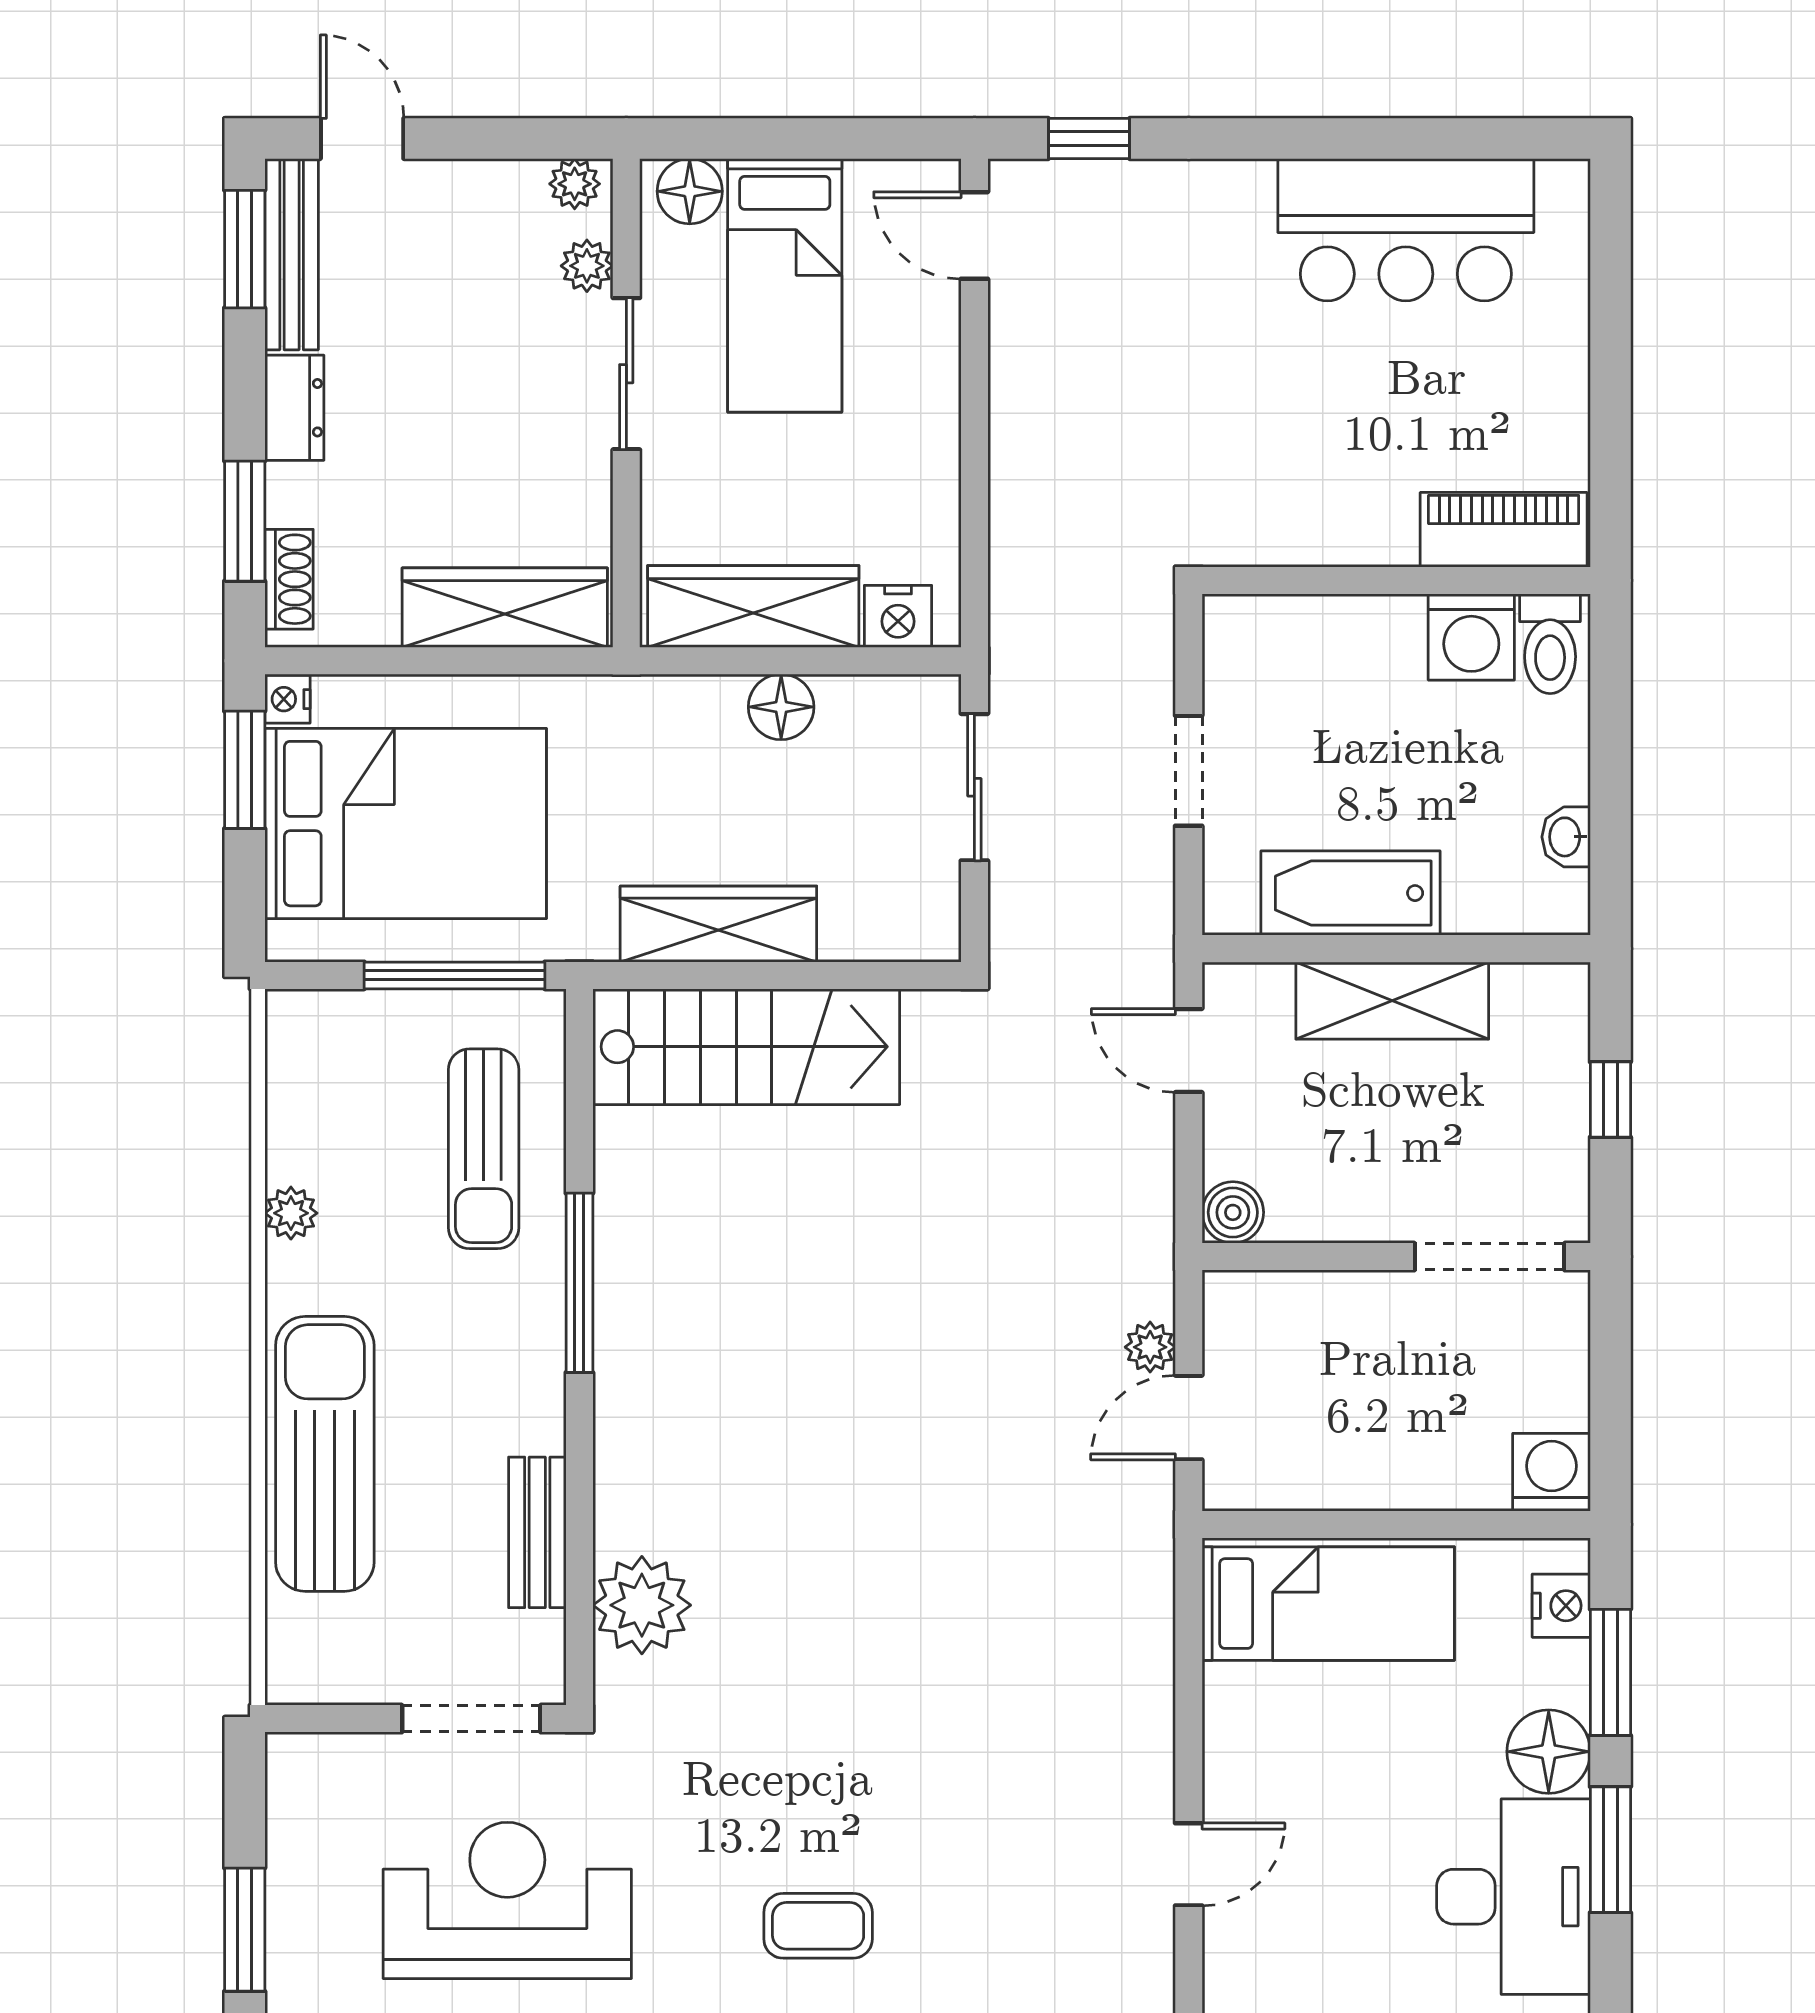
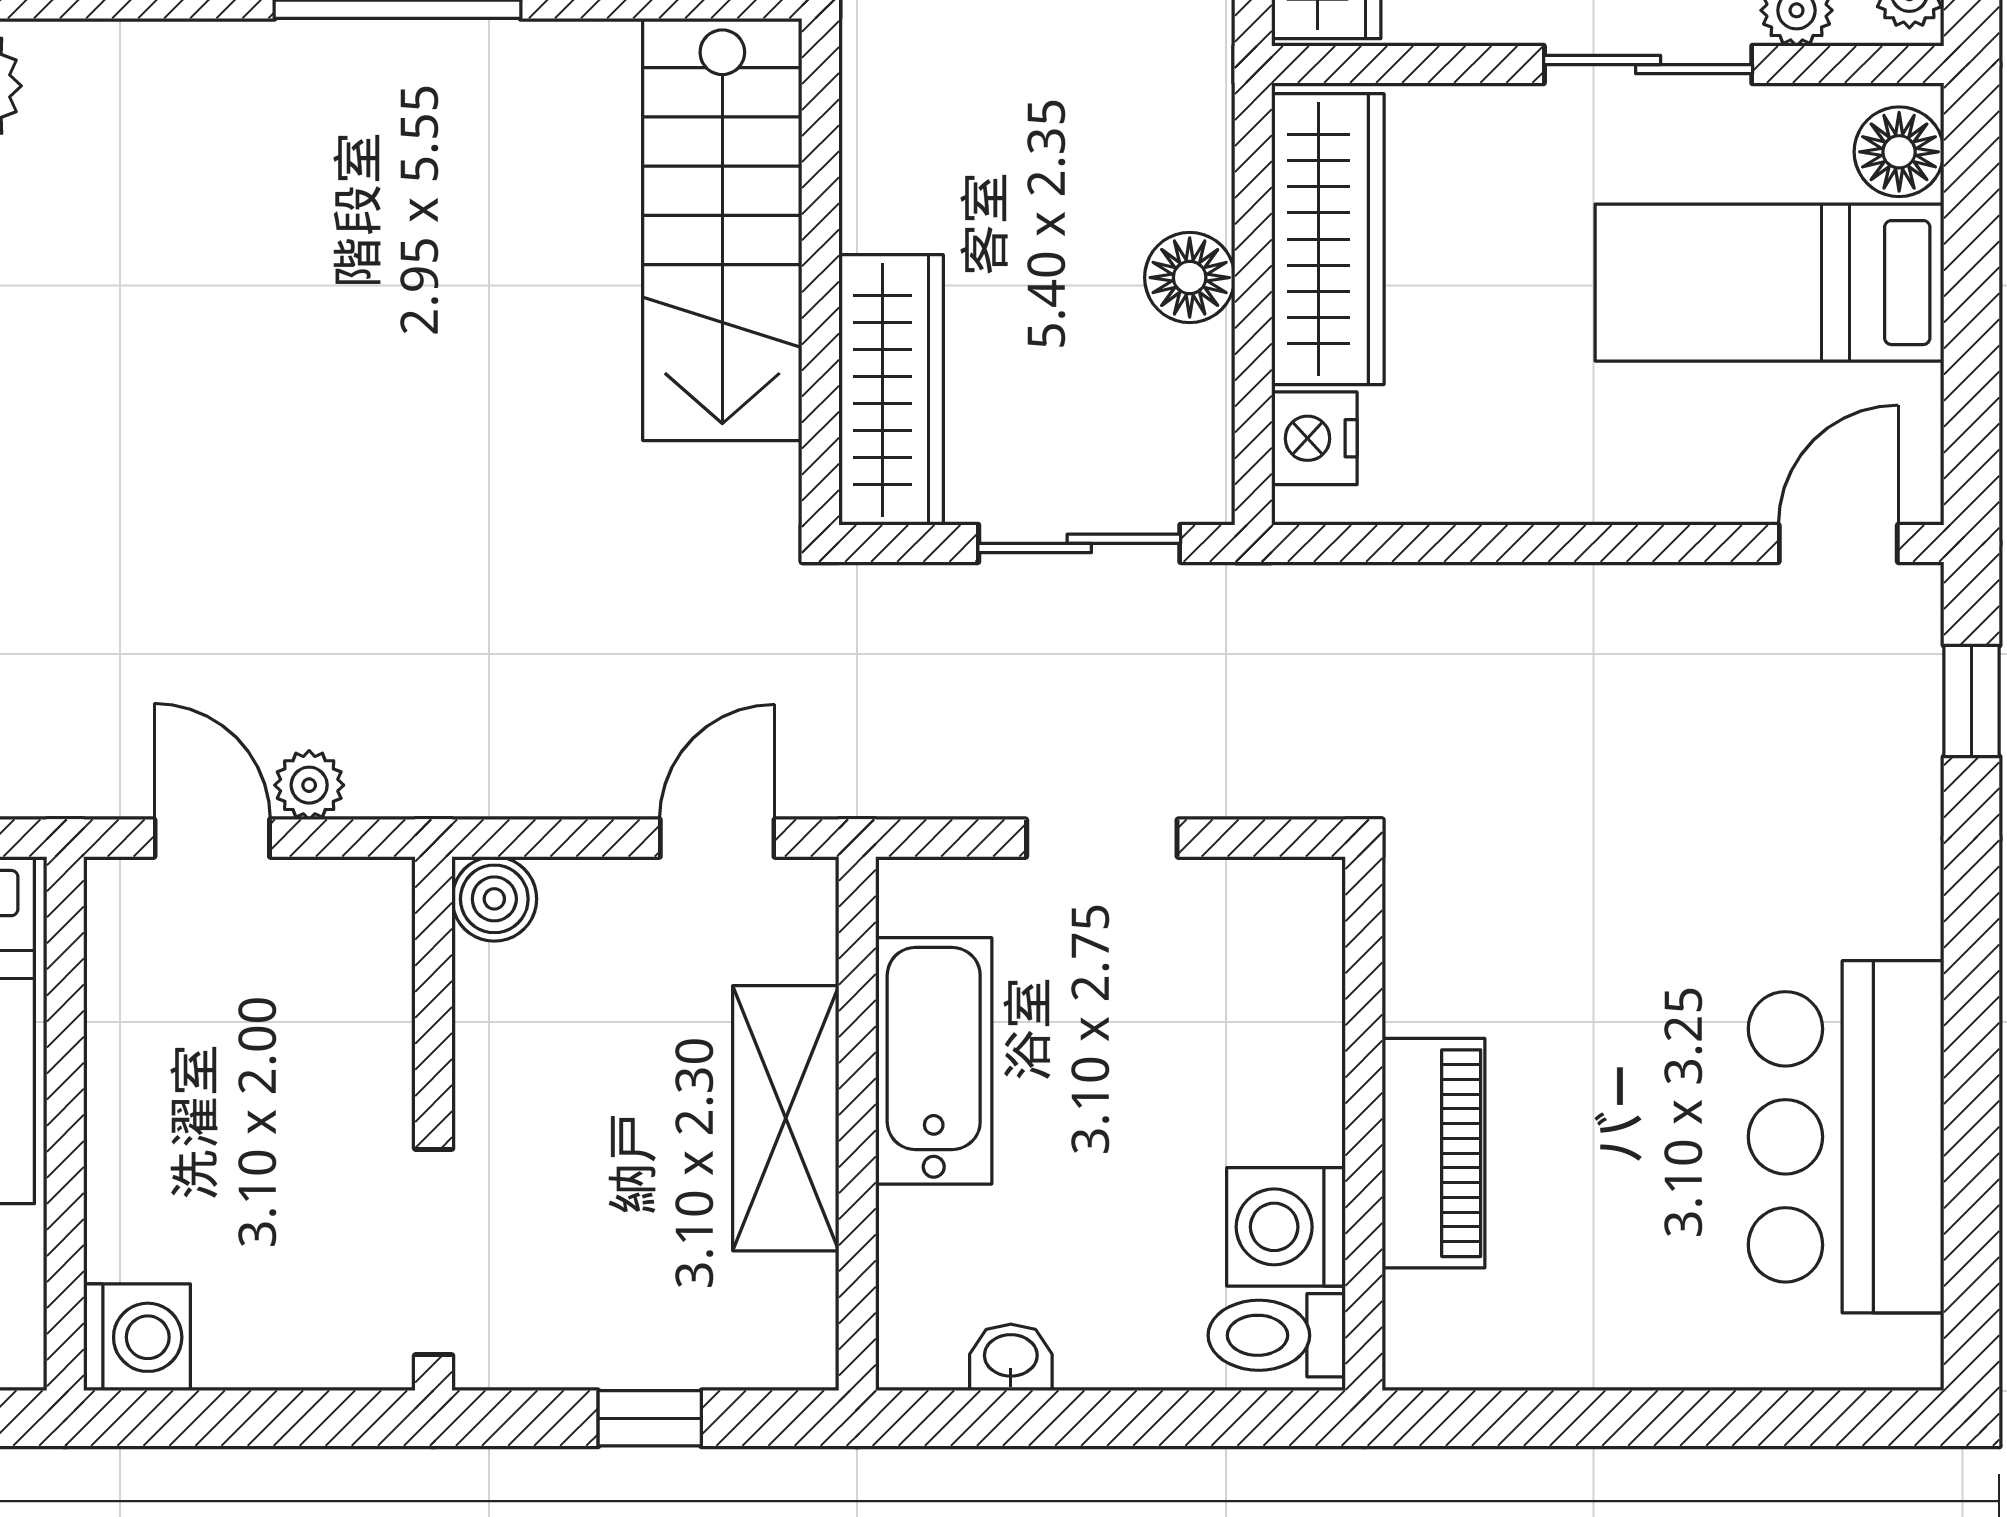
piano: (1504, 530) -> (1433, 1153), moved
wardrobe: (718, 924) -> (891, 390), moved

